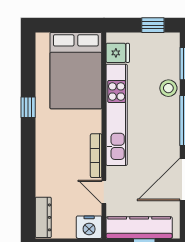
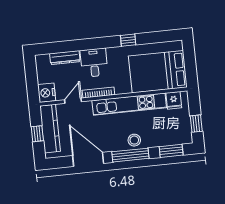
stool: (168, 88) -> (134, 140), moved
desk: (54, 157) -> (94, 63), added
dresser: (43, 217) -> (65, 58), moved

